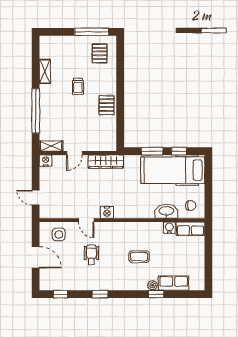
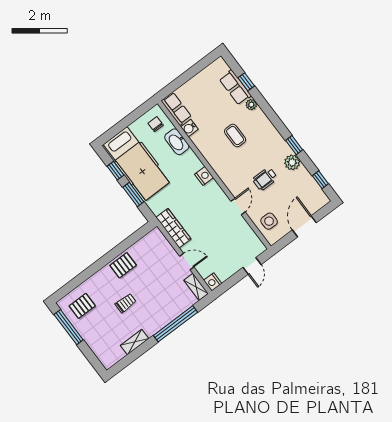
nightstand: (107, 212) -> (204, 176), moved
plant: (89, 283) -> (292, 162), added
window: (156, 294) -> (246, 82), moved

